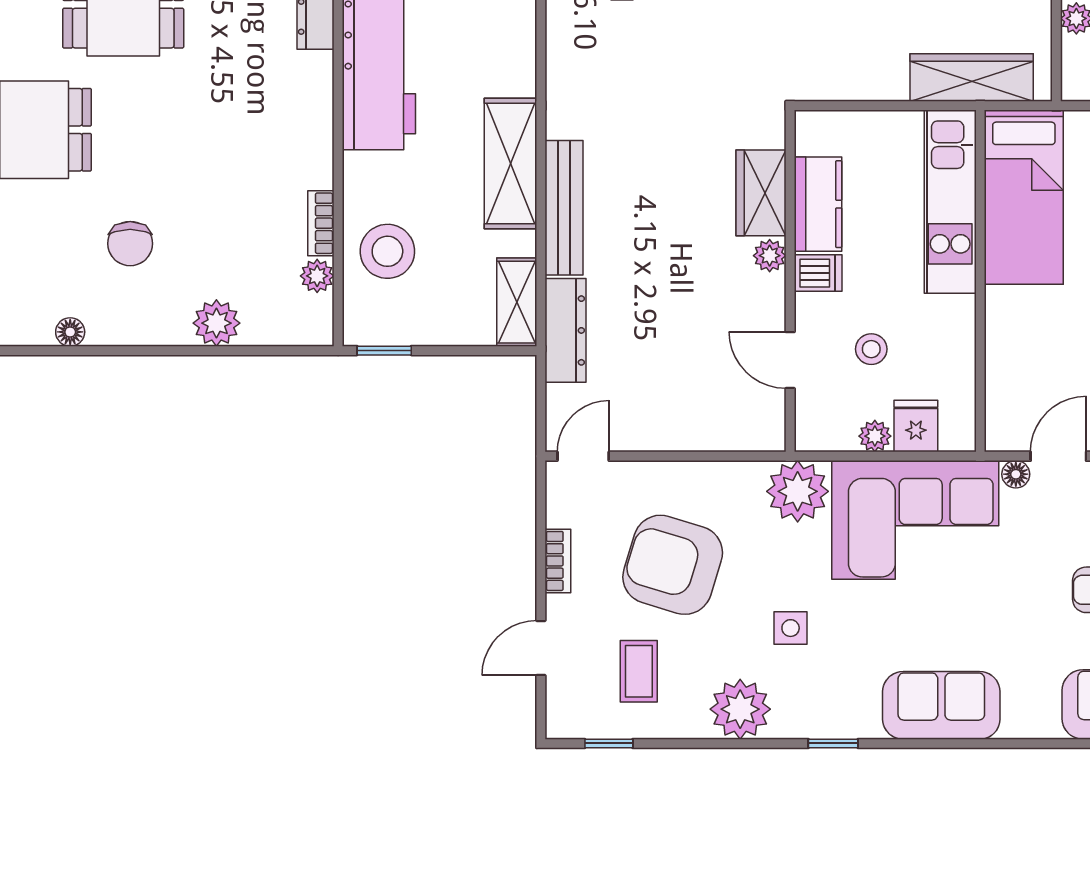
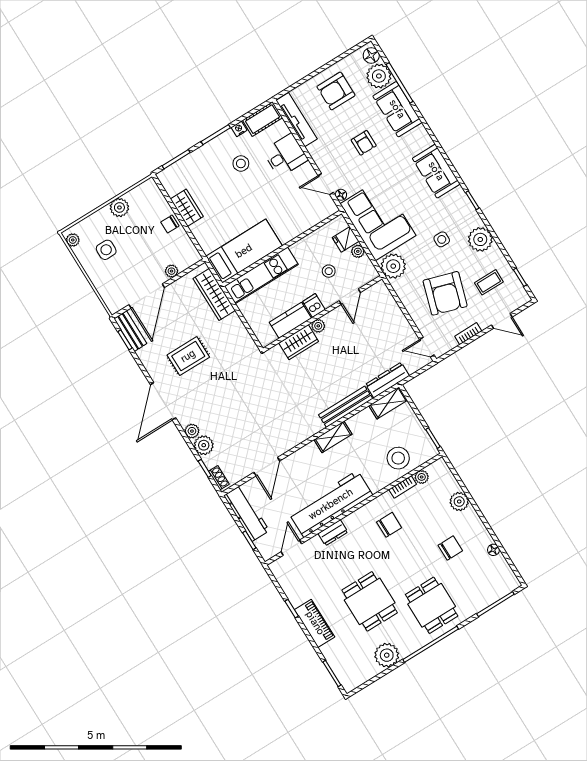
chair: (259, 145) -> (389, 525), added
shelving: (510, 163) -> (333, 437), width x0.67, depth x0.75

